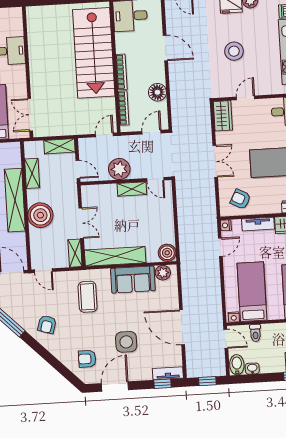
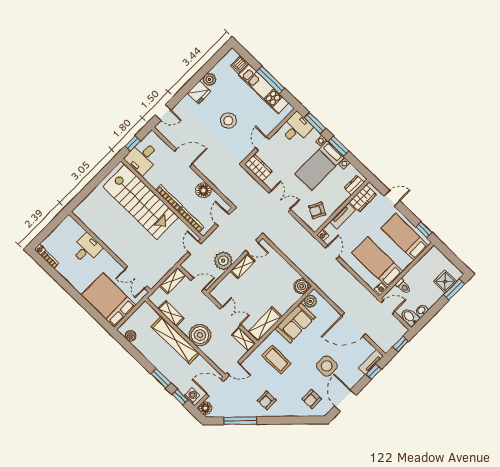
shelving: (115, 256) -> (265, 324), width x0.68
armchair: (47, 324) -> (267, 400), turned 73

